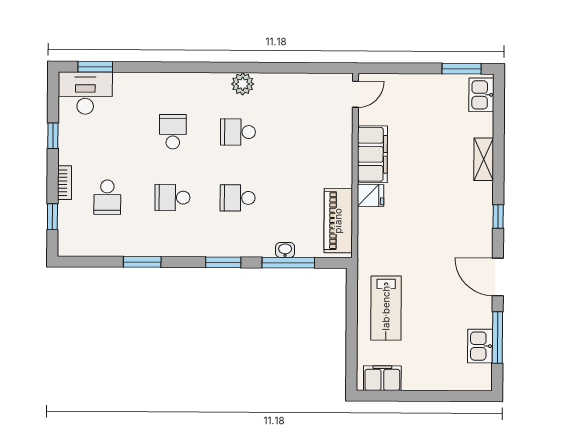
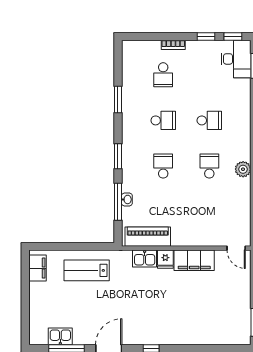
kitchen sink: (481, 95) -> (145, 259), moved, turned 180
shelving: (484, 159) -> (191, 338), removed
school desk: (107, 197) -> (163, 75), turned -90
school desk: (172, 198) -> (163, 120), turned 90
window: (52, 217) -> (233, 36), moved

